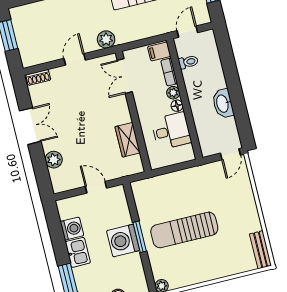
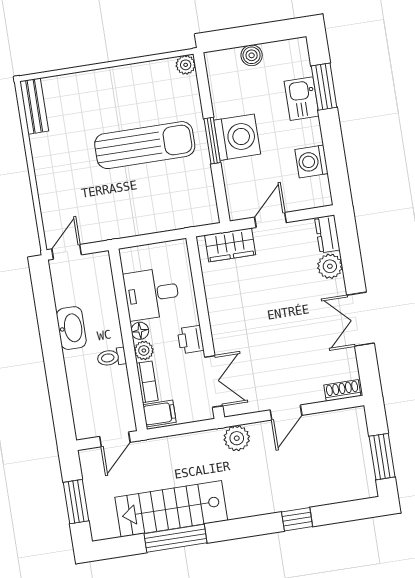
toilet: (188, 62) -> (112, 357), moved
printer: (143, 103) -> (191, 340), added
wardrobe: (128, 140) -> (230, 245), moved, turned 90
dresser: (57, 181) -> (327, 234), added
door: (96, 187) -> (270, 220), swing flipped
kitchen sink: (78, 252) -> (302, 99), moved

